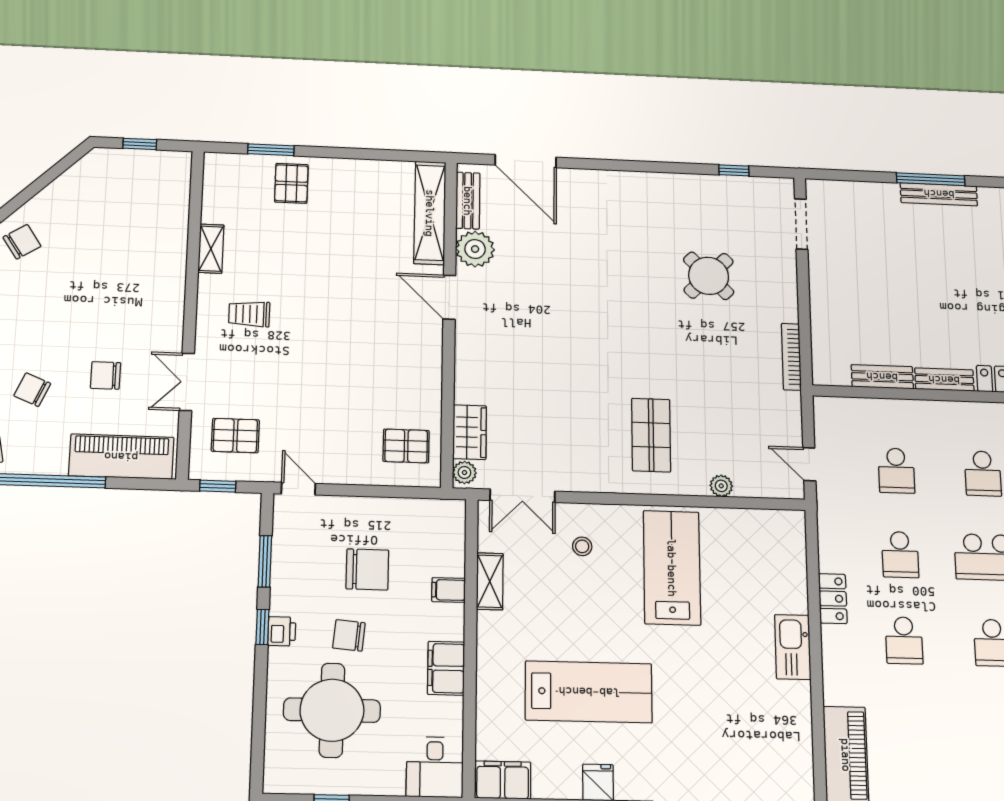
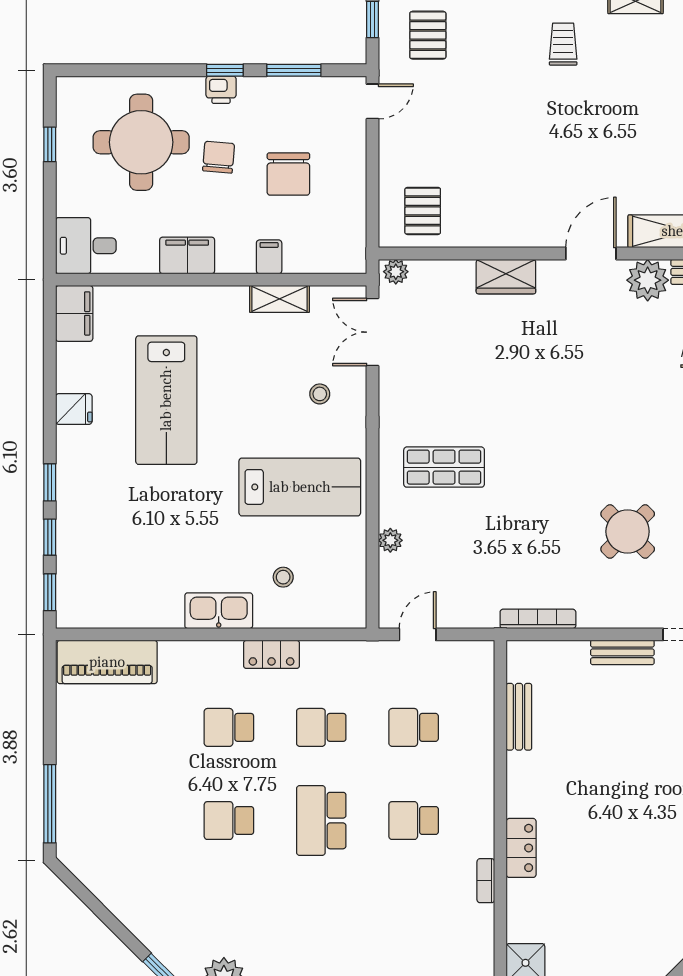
bench: (944, 380) -> (622, 652), moved, turned 90
wardrobe: (470, 432) -> (506, 277), moved
stool: (759, 586) -> (283, 577), added

